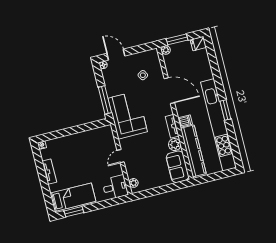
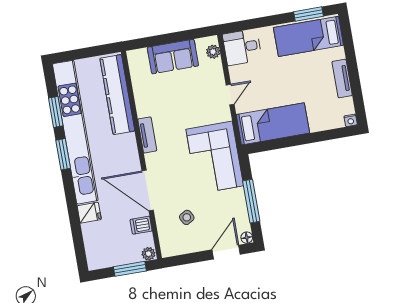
fridge: (198, 44) -> (89, 213), moved
door: (116, 55) -> (226, 252), swing flipped
window: (105, 100) -> (251, 201), moved
dishwasher: (185, 121) -> (141, 225), moved
window: (232, 137) -> (56, 112), added
bed: (92, 139) -> (273, 124), added
plant: (175, 145) -> (145, 107), removed
sofa: (178, 167) -> (173, 57), moved, turned 90

